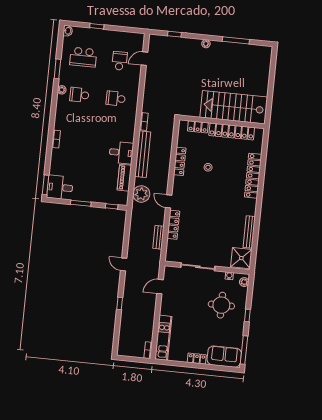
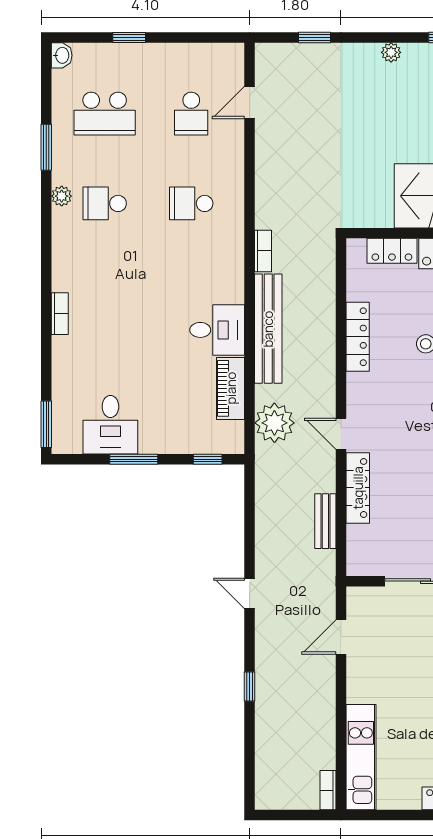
school desk: (120, 61) -> (191, 114), turned 180
desk: (60, 187) -> (110, 425), moved, turned -90

